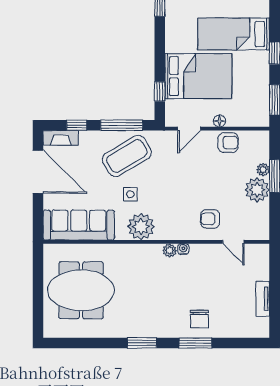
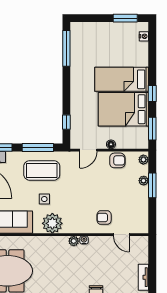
bed: (198, 76) -> (123, 109), moved, turned 180
coffee table: (127, 156) -> (42, 170), turned 31
plant: (257, 190) -> (143, 160), moved, width x0.53, depth x0.53

